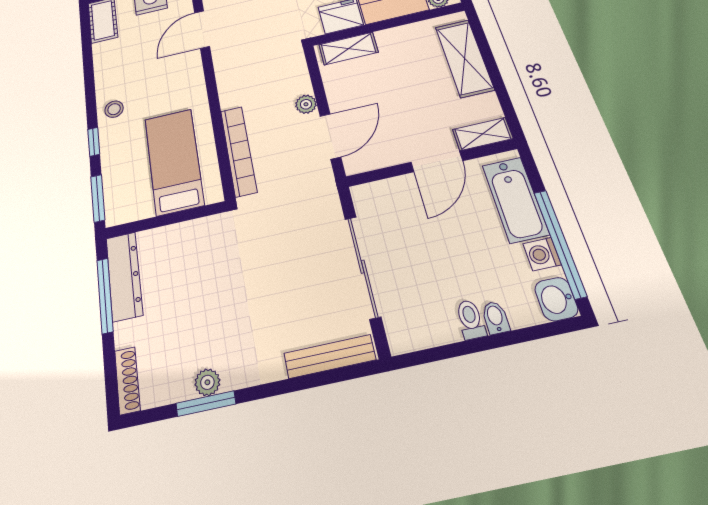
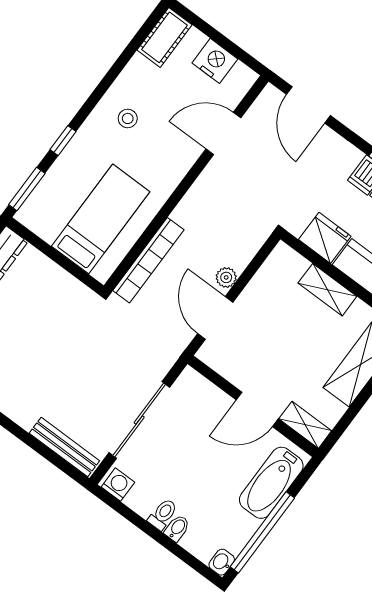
shelving: (348, 48) -> (327, 290), moved
stool: (114, 109) -> (128, 118), moved
door: (330, 136) -> (215, 318), swing flipped
washing machine: (542, 254) -> (118, 485), moved, turned 90
washbasin: (556, 299) -> (222, 562), width x0.72, depth x0.69

